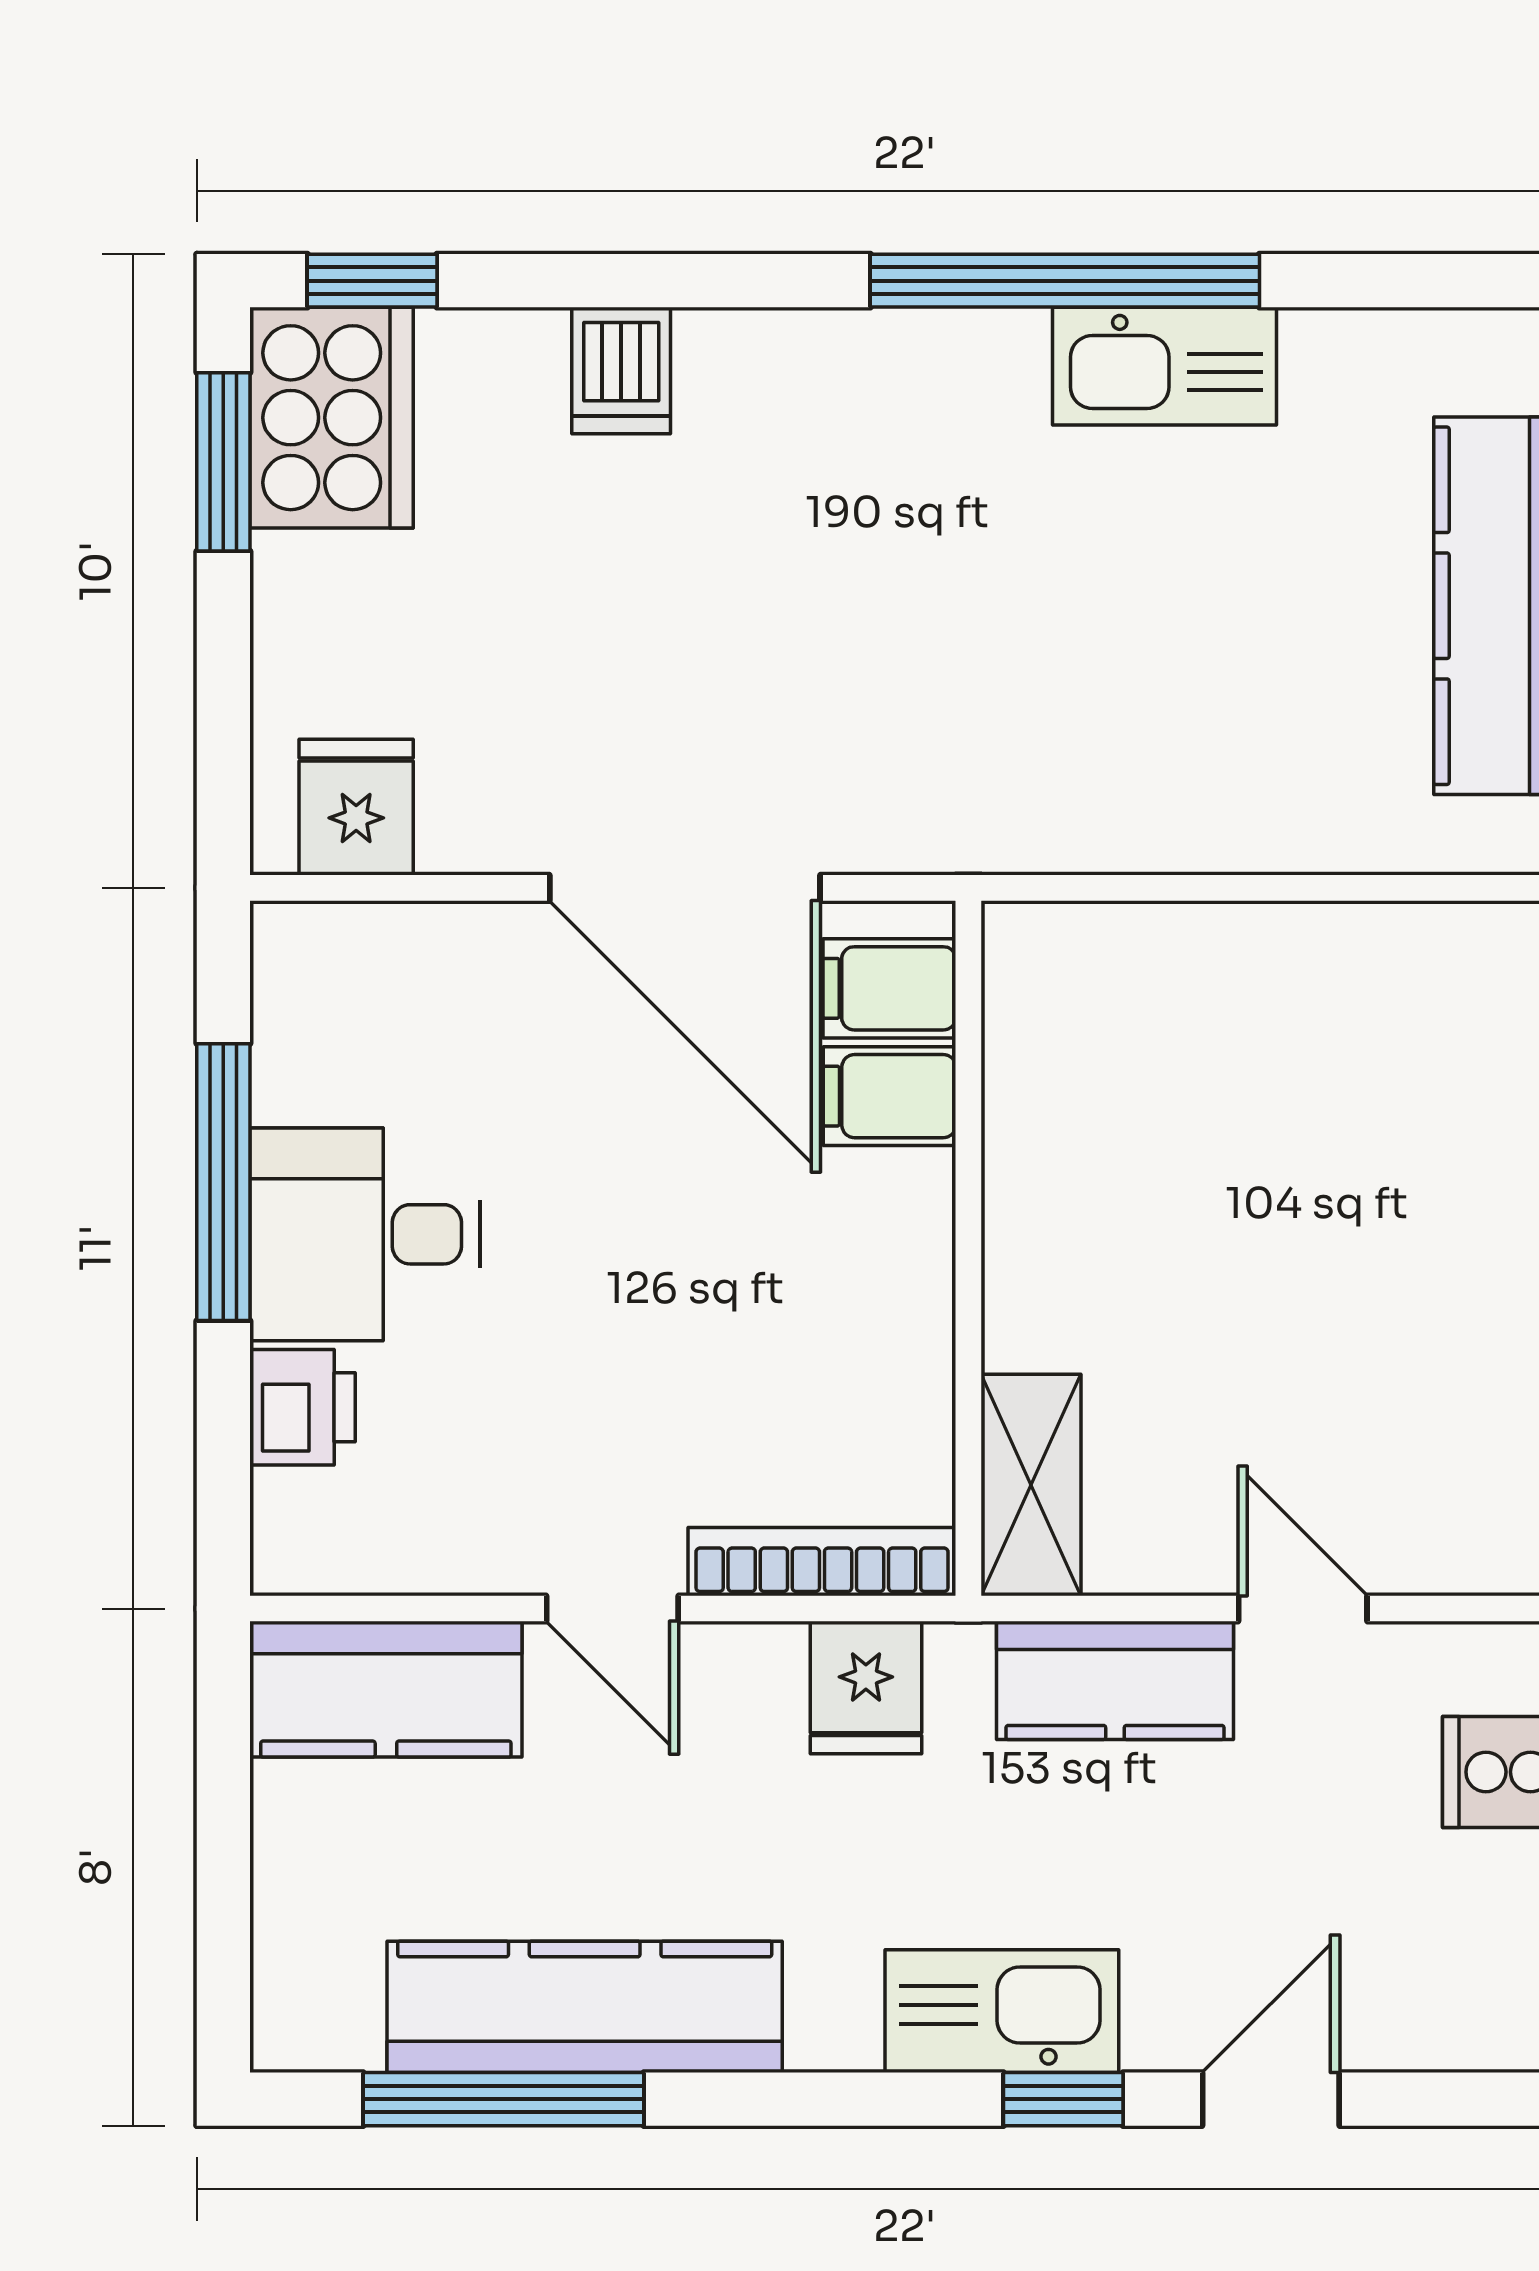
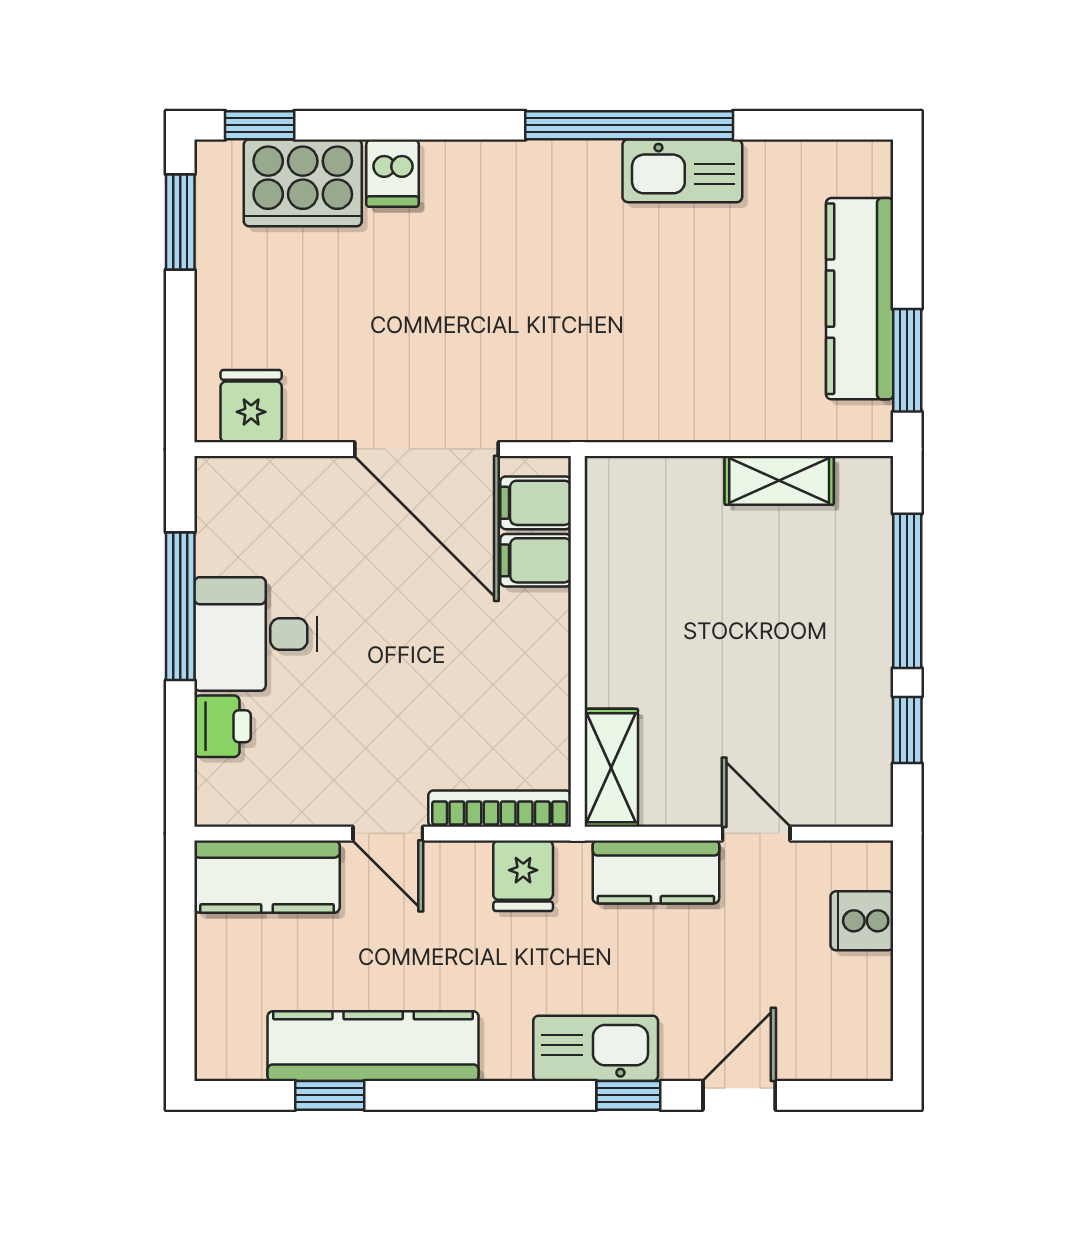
cooker: (331, 418) -> (303, 183), moved, turned 90
shelving: (1346, 947) -> (779, 480), added
window: (503, 2099) -> (330, 1095), width x0.46

